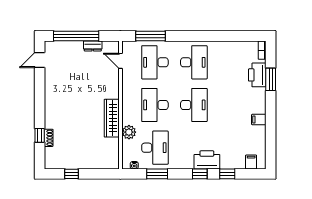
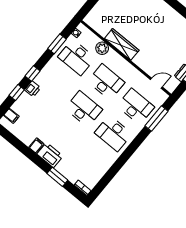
printer: (257, 75) -> (50, 155), moved
desk: (194, 105) -> (84, 109), turned 180
printer: (207, 160) -> (33, 89), width x0.53, depth x0.68

